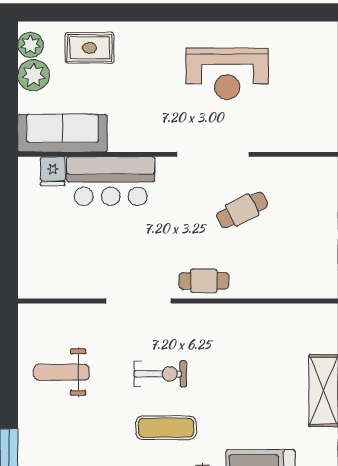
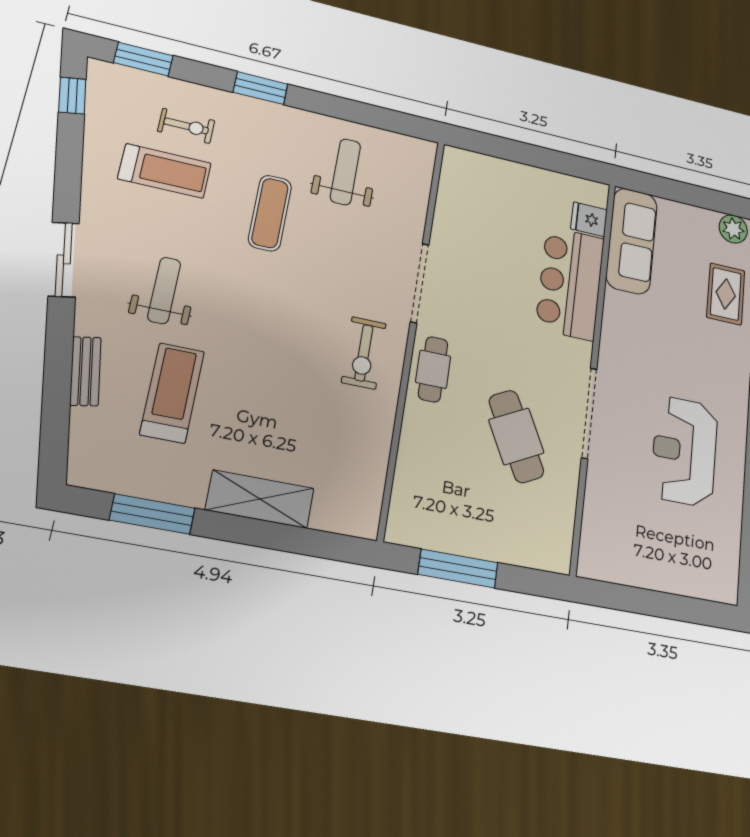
plant: (34, 75) -> (700, 224), removed
cafe table: (242, 210) -> (516, 436), width x1.37, depth x1.35
exercise bike: (160, 374) -> (364, 353), moved
exercise mat: (166, 428) -> (270, 213), moved

